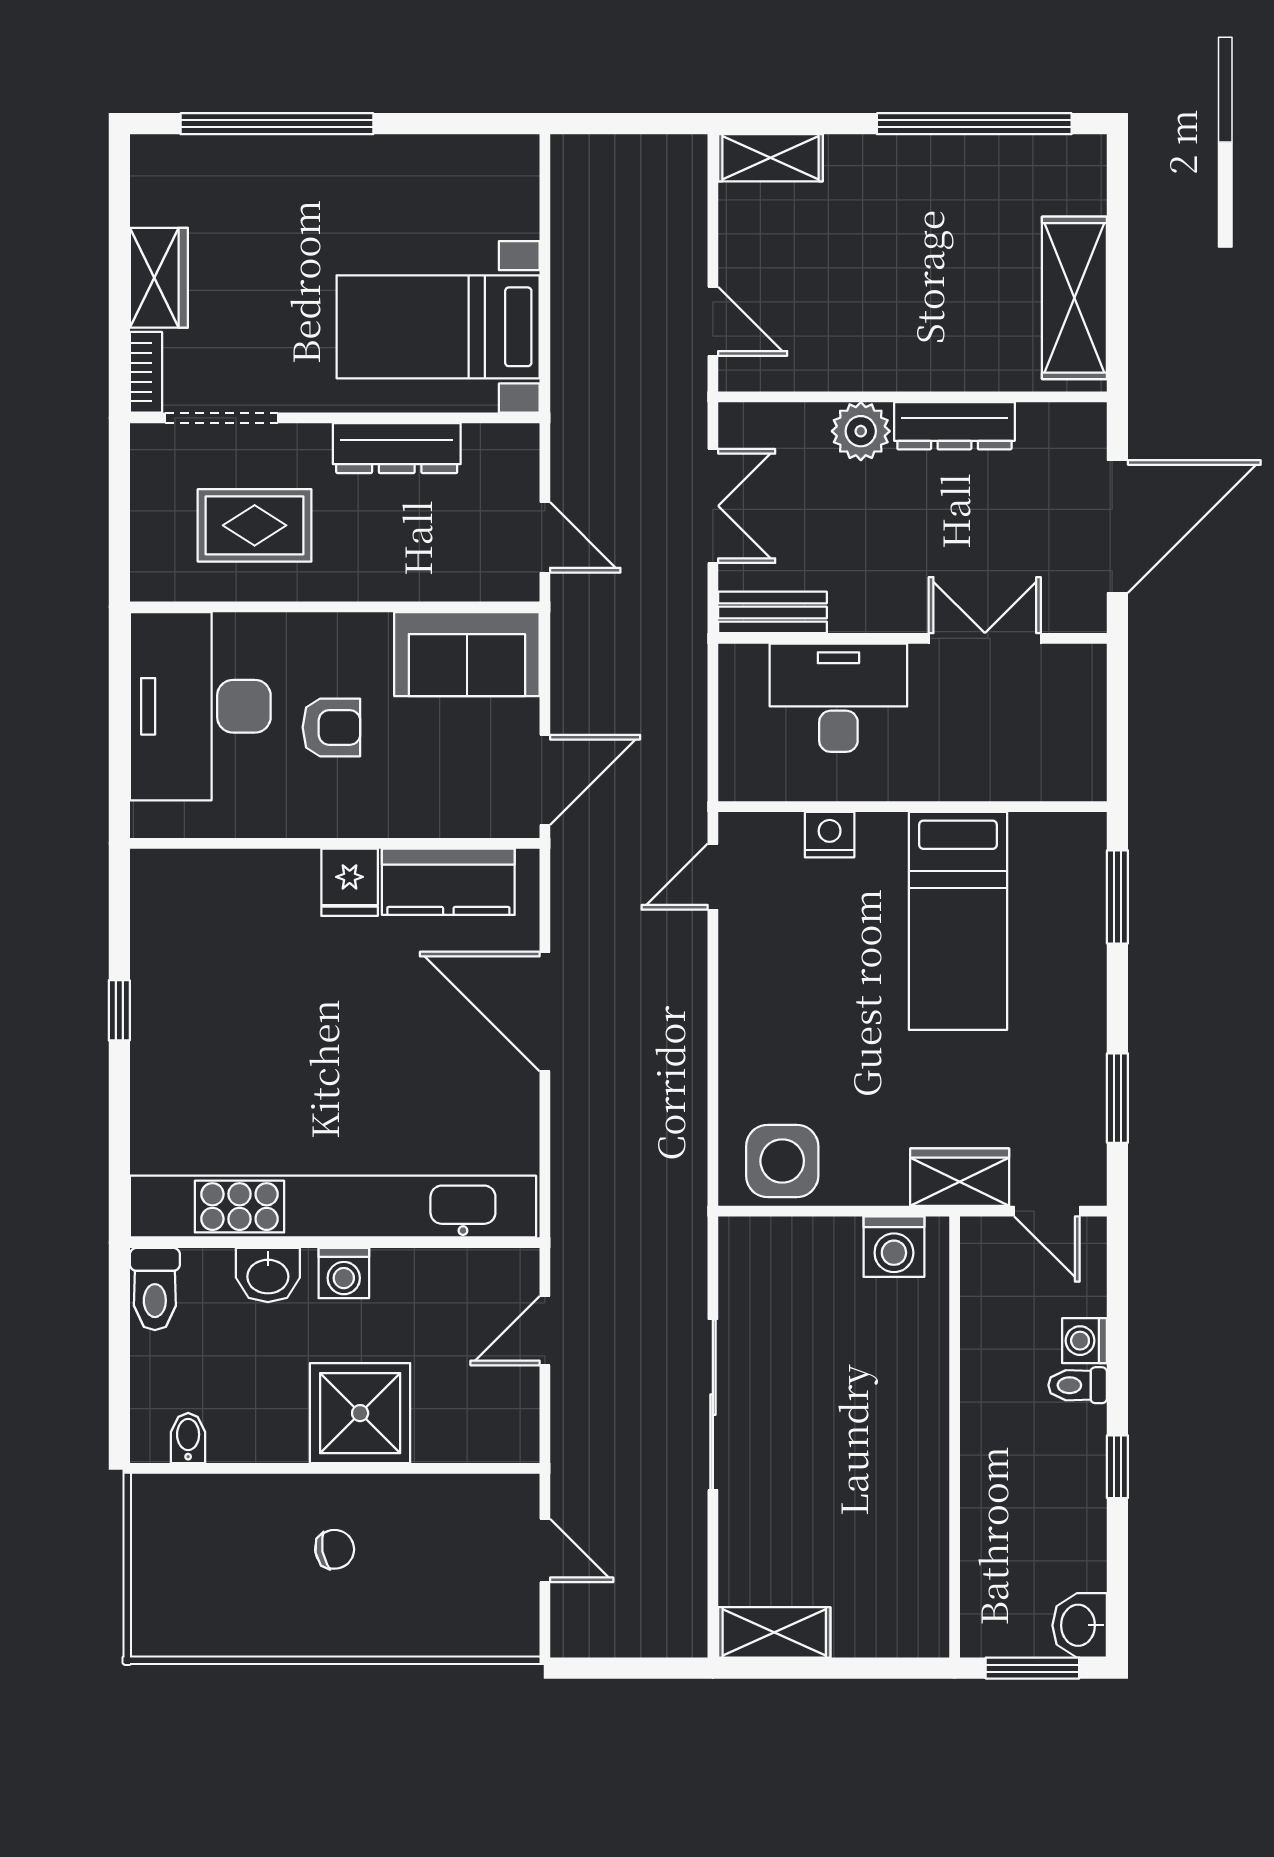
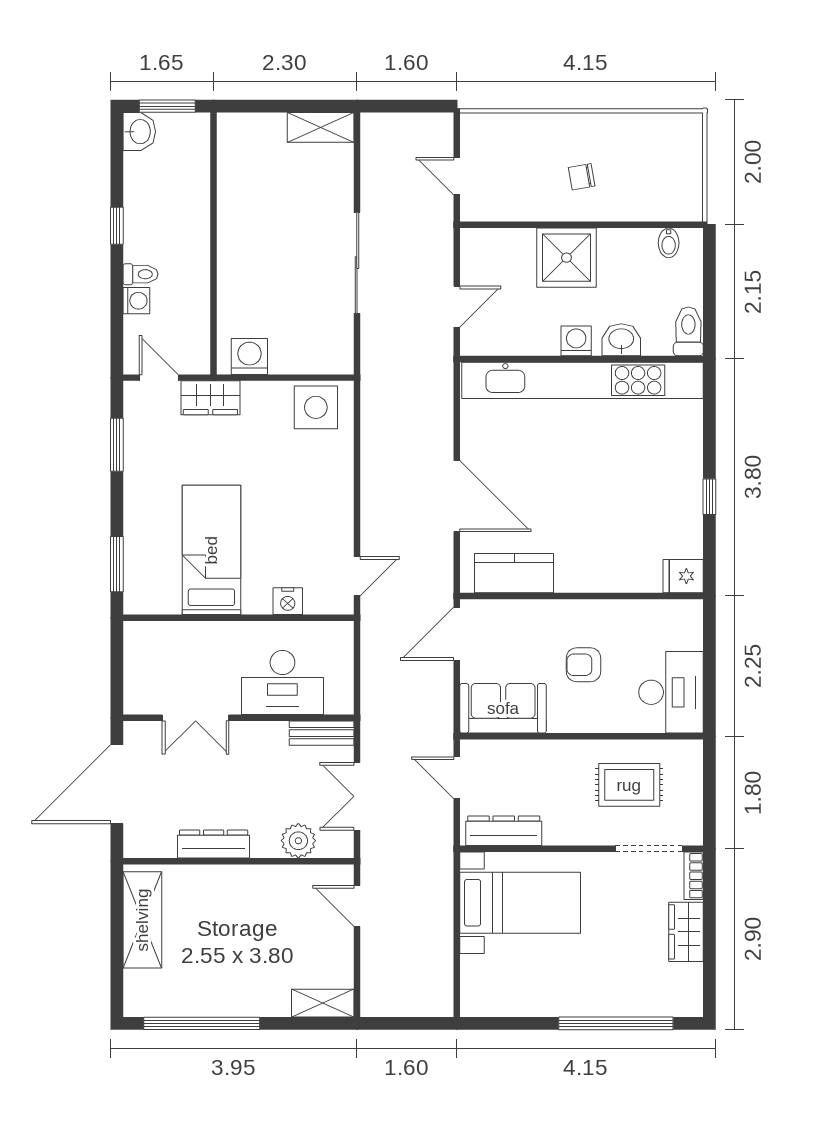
plant: (861, 431) -> (298, 841), moved
dresser: (397, 448) -> (504, 831), moved
desk: (200, 706) -> (671, 692), width x0.73, depth x0.77
fridge: (350, 882) -> (683, 576), moved, turned -90

